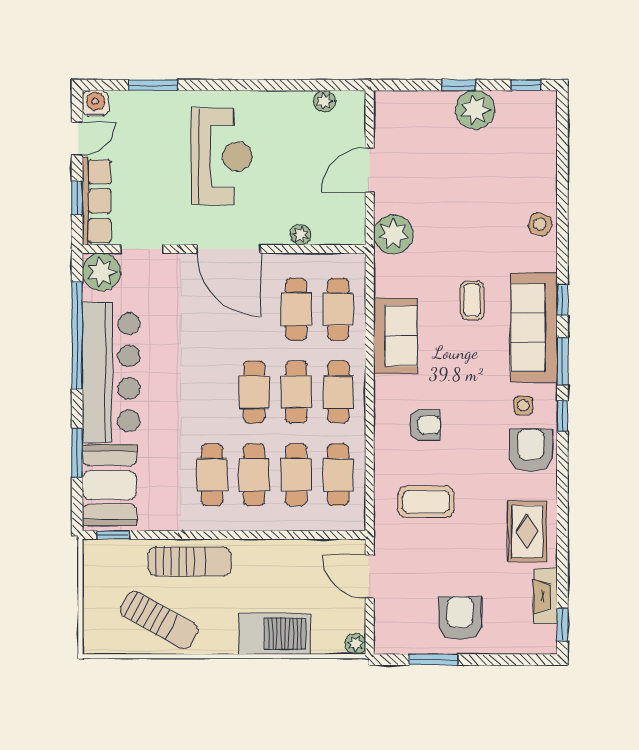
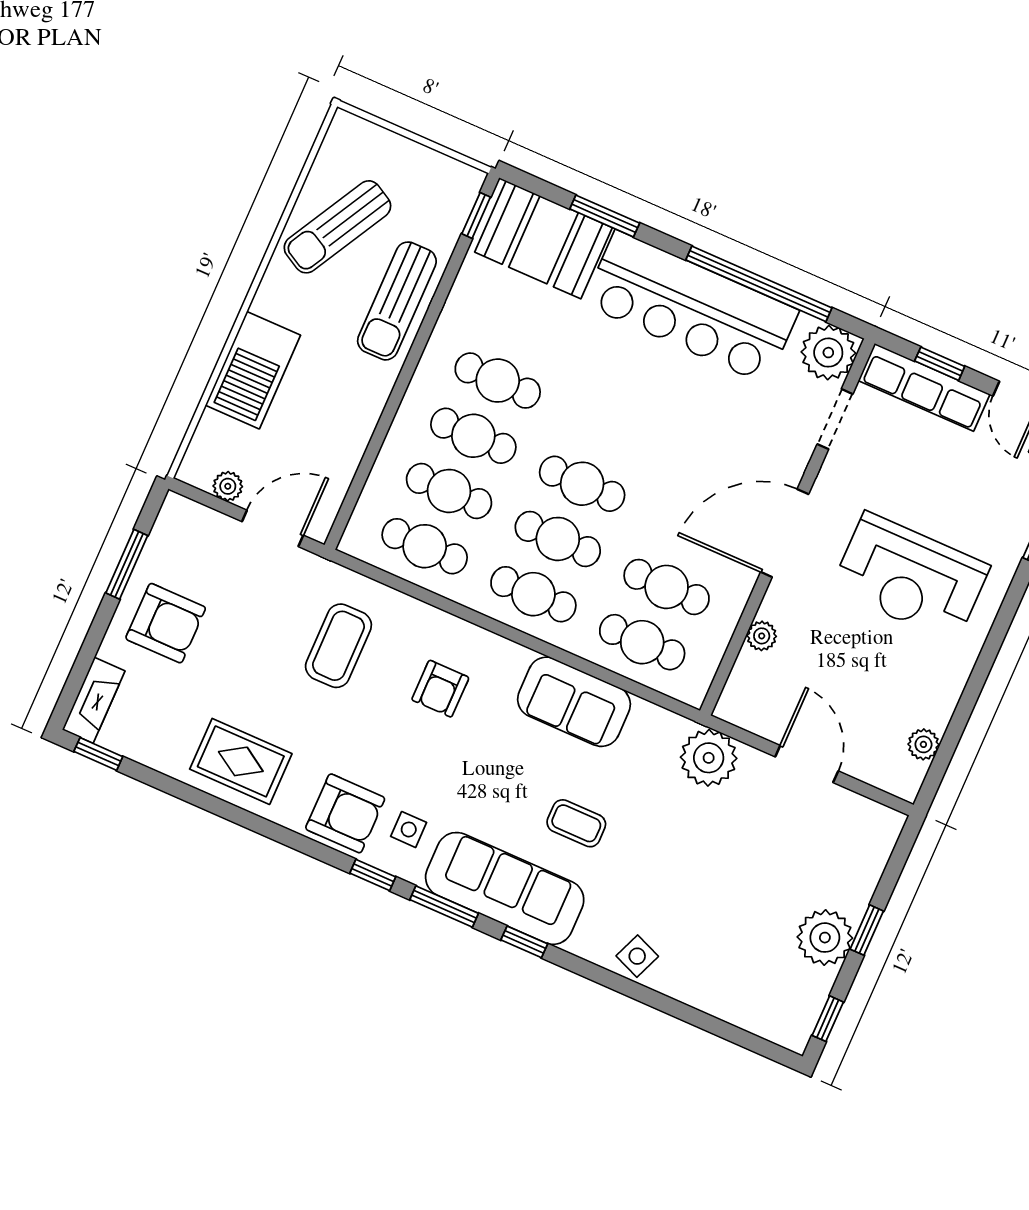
fireplace: (545, 596) -> (94, 700), moved, turned 90
plant: (355, 644) -> (228, 486), moved

